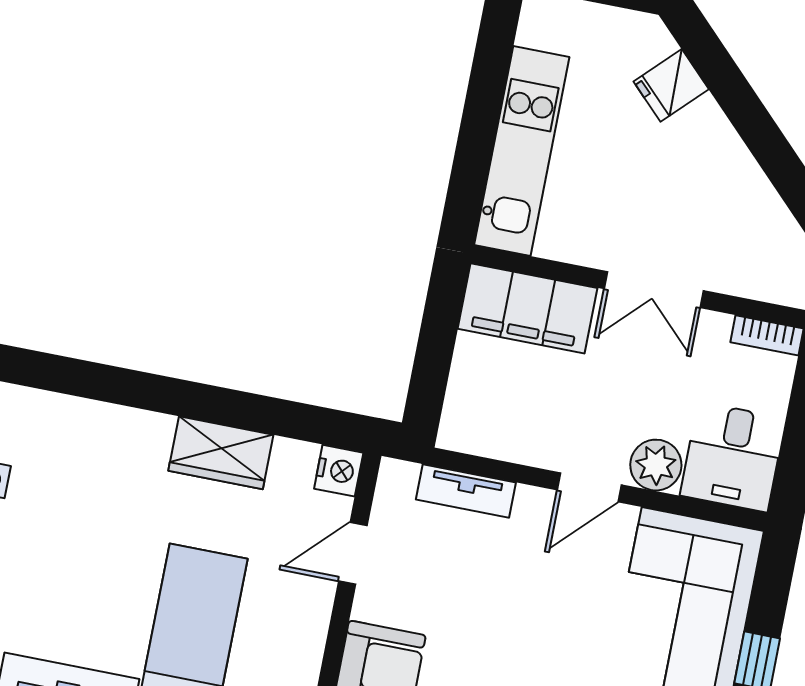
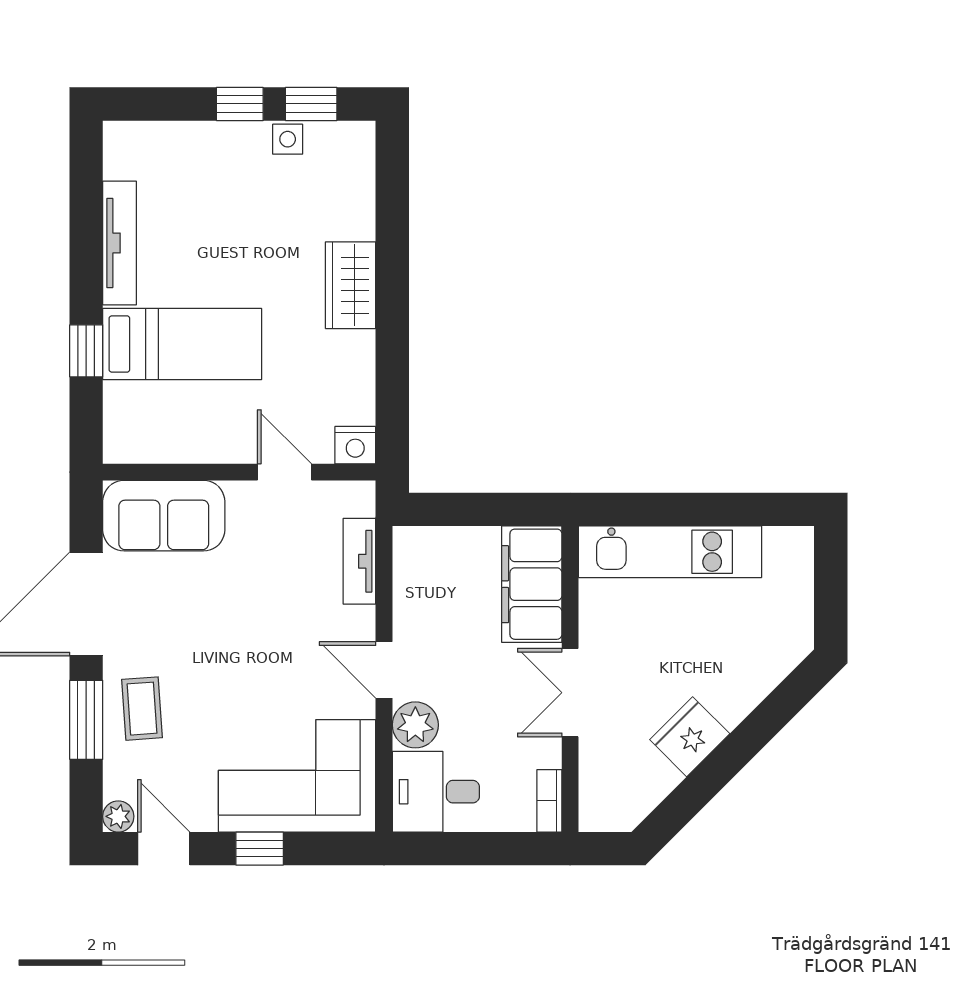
fridge: (671, 85) -> (690, 737), moved, width x1.38
wardrobe: (221, 453) -> (351, 285), moved

